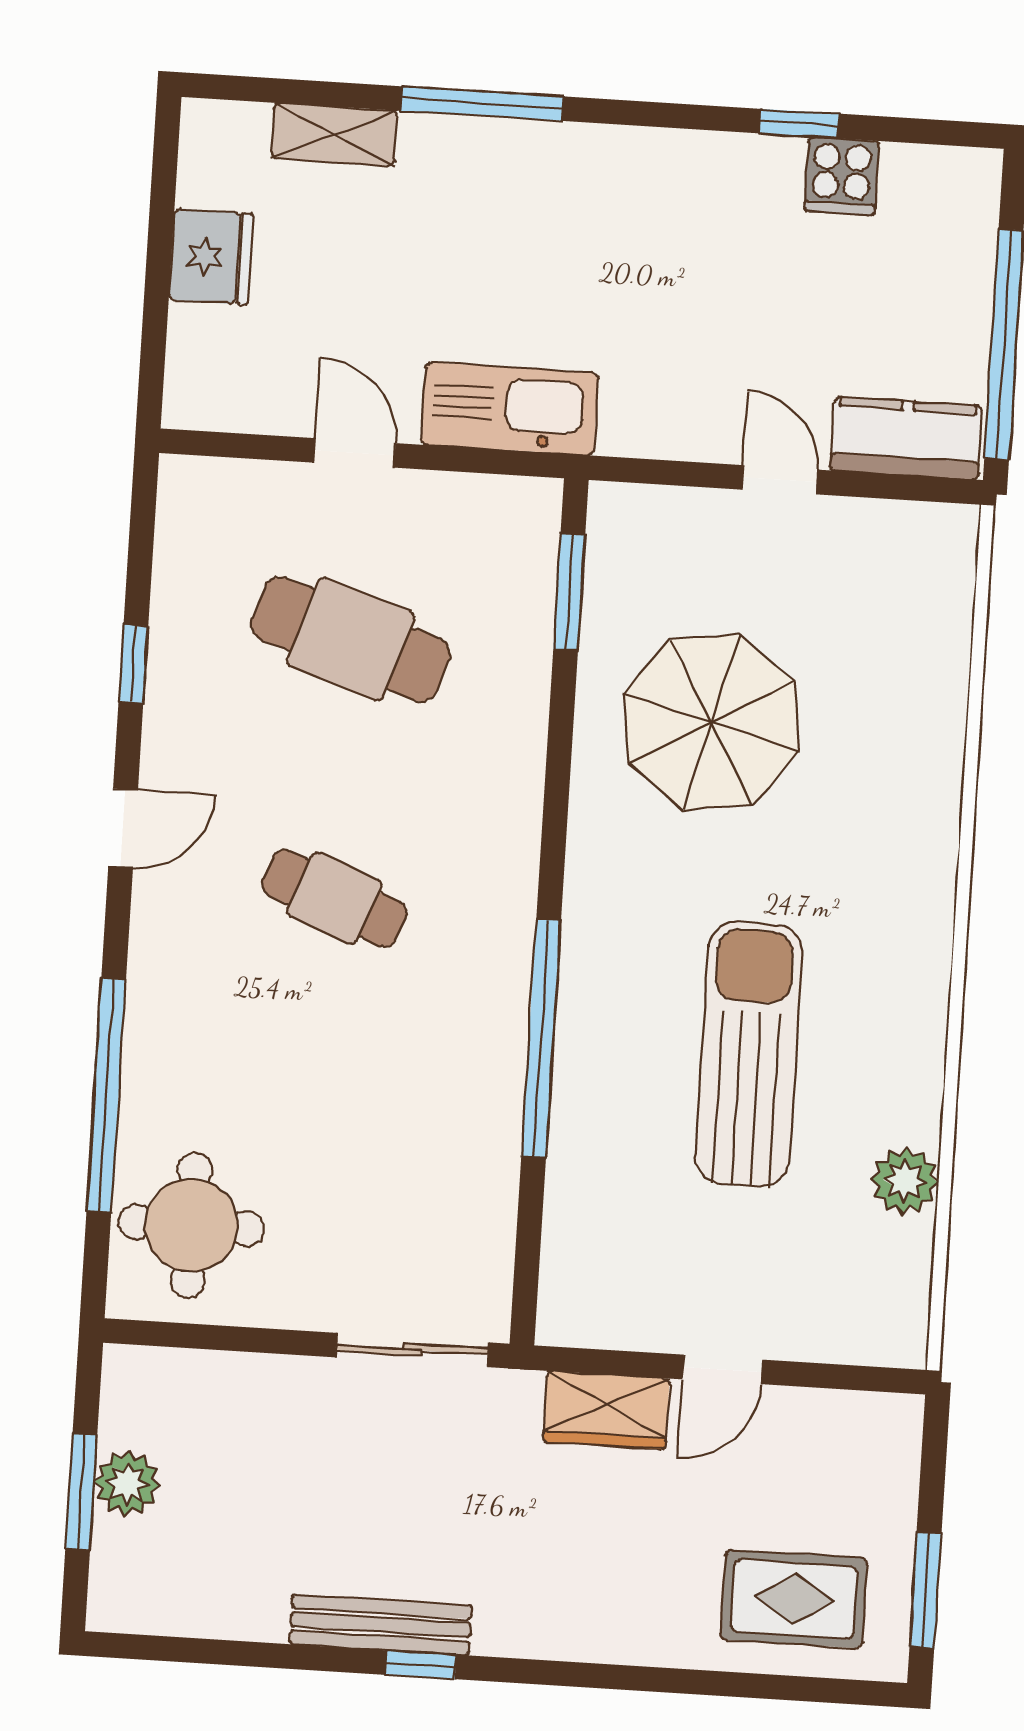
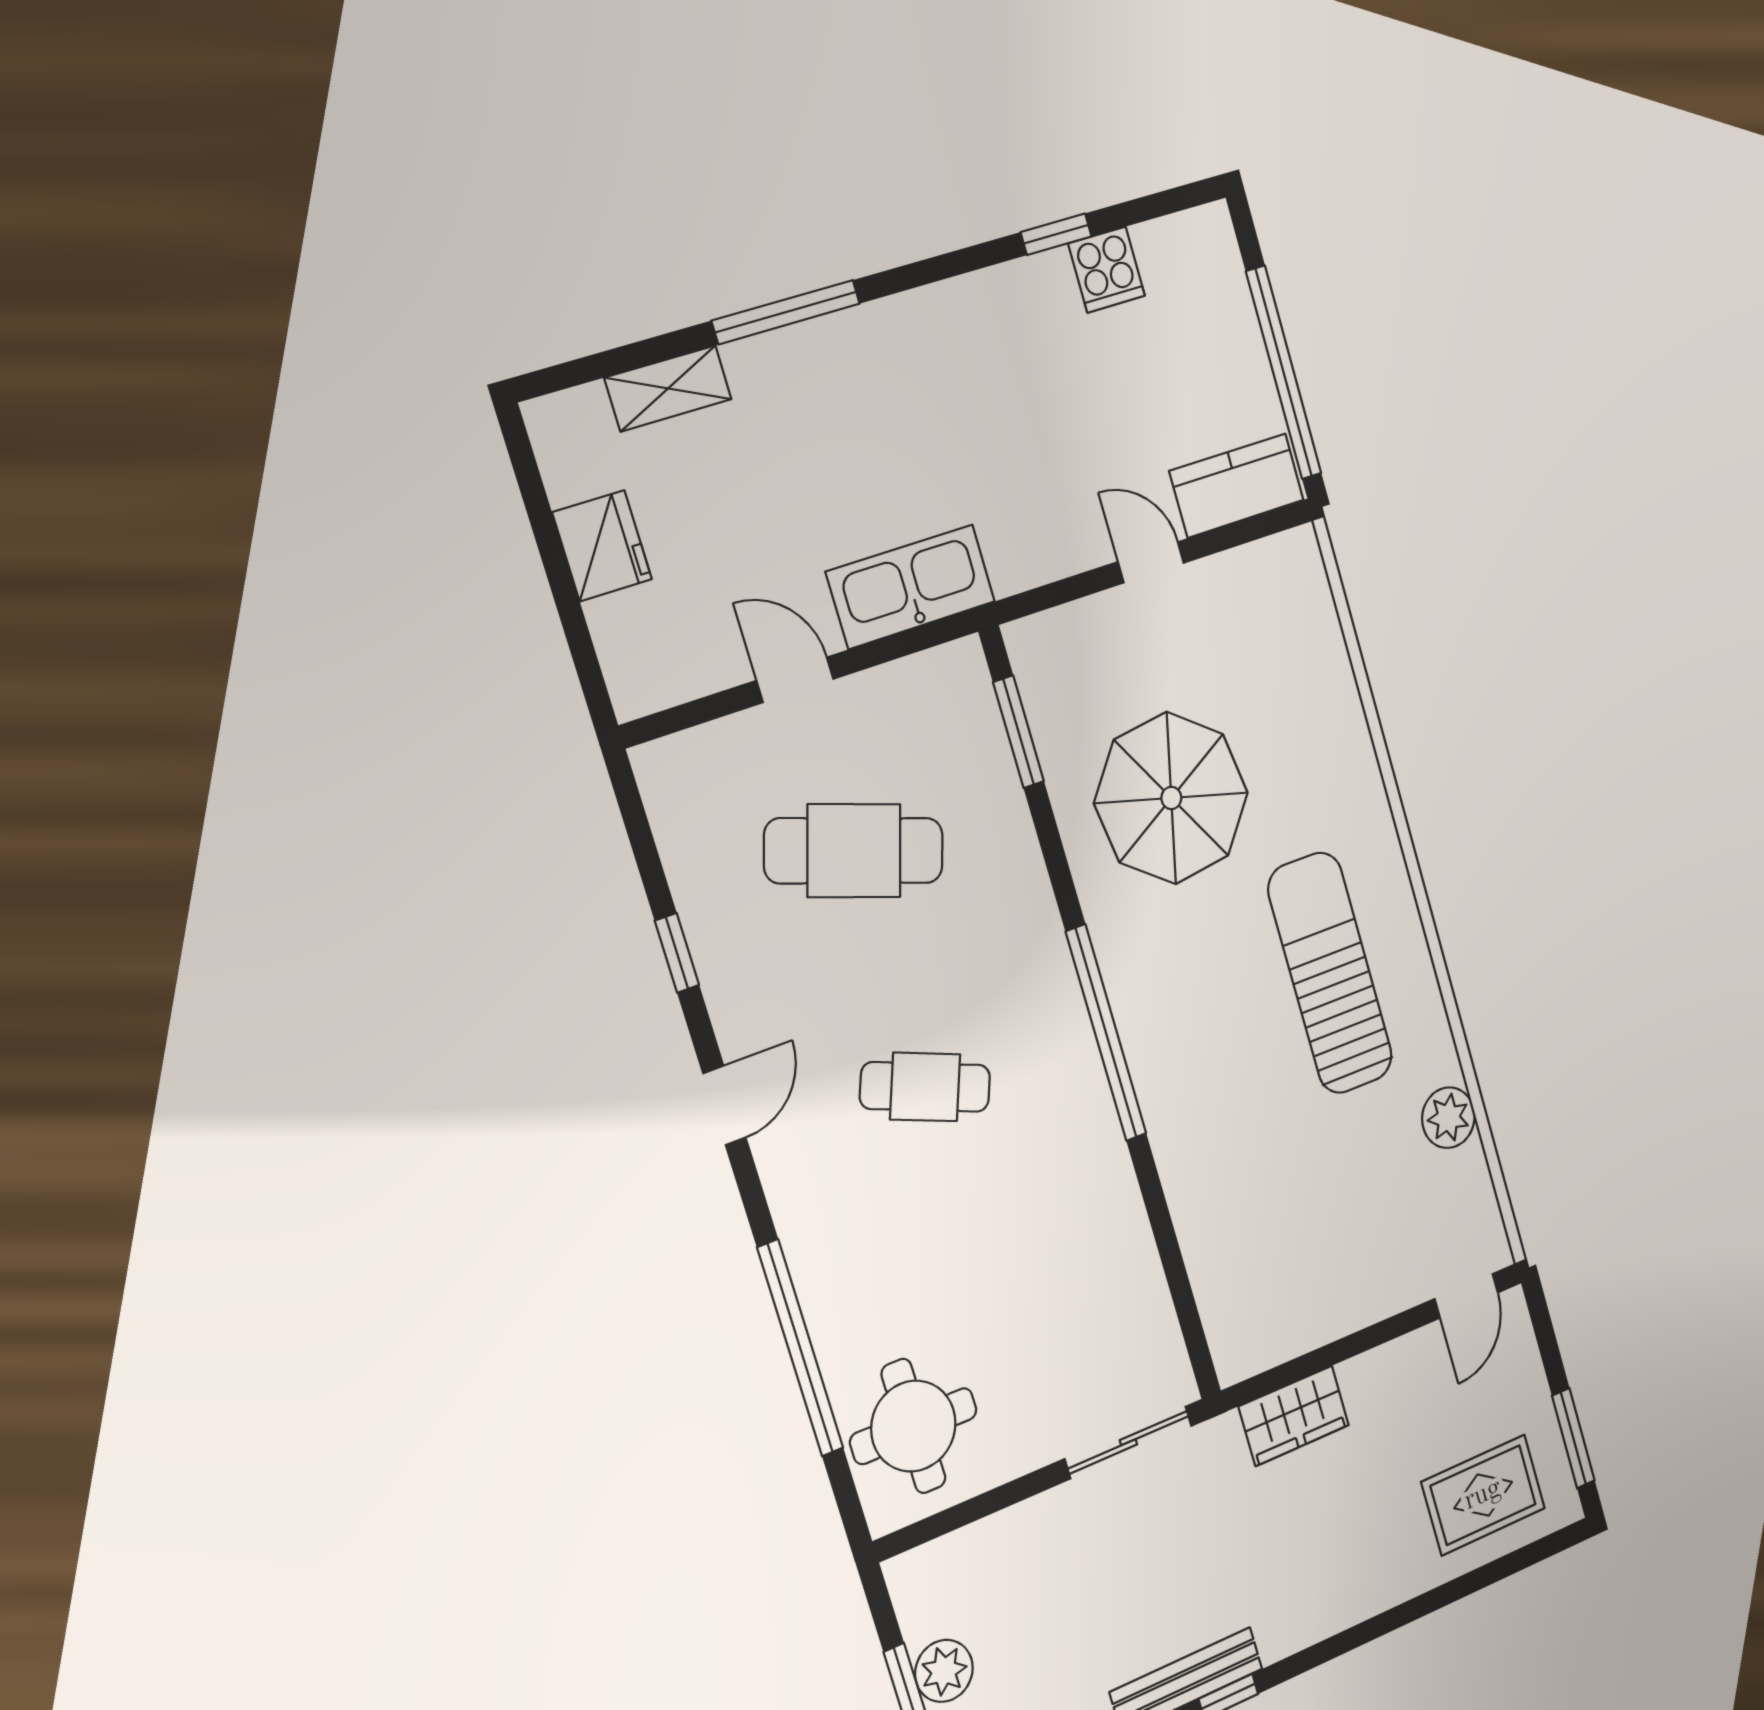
window: (541, 1038) -> (1106, 1033), moved
sun lounger: (749, 1054) -> (1330, 973), moved
door: (722, 1369) -> (1466, 1296), moved

